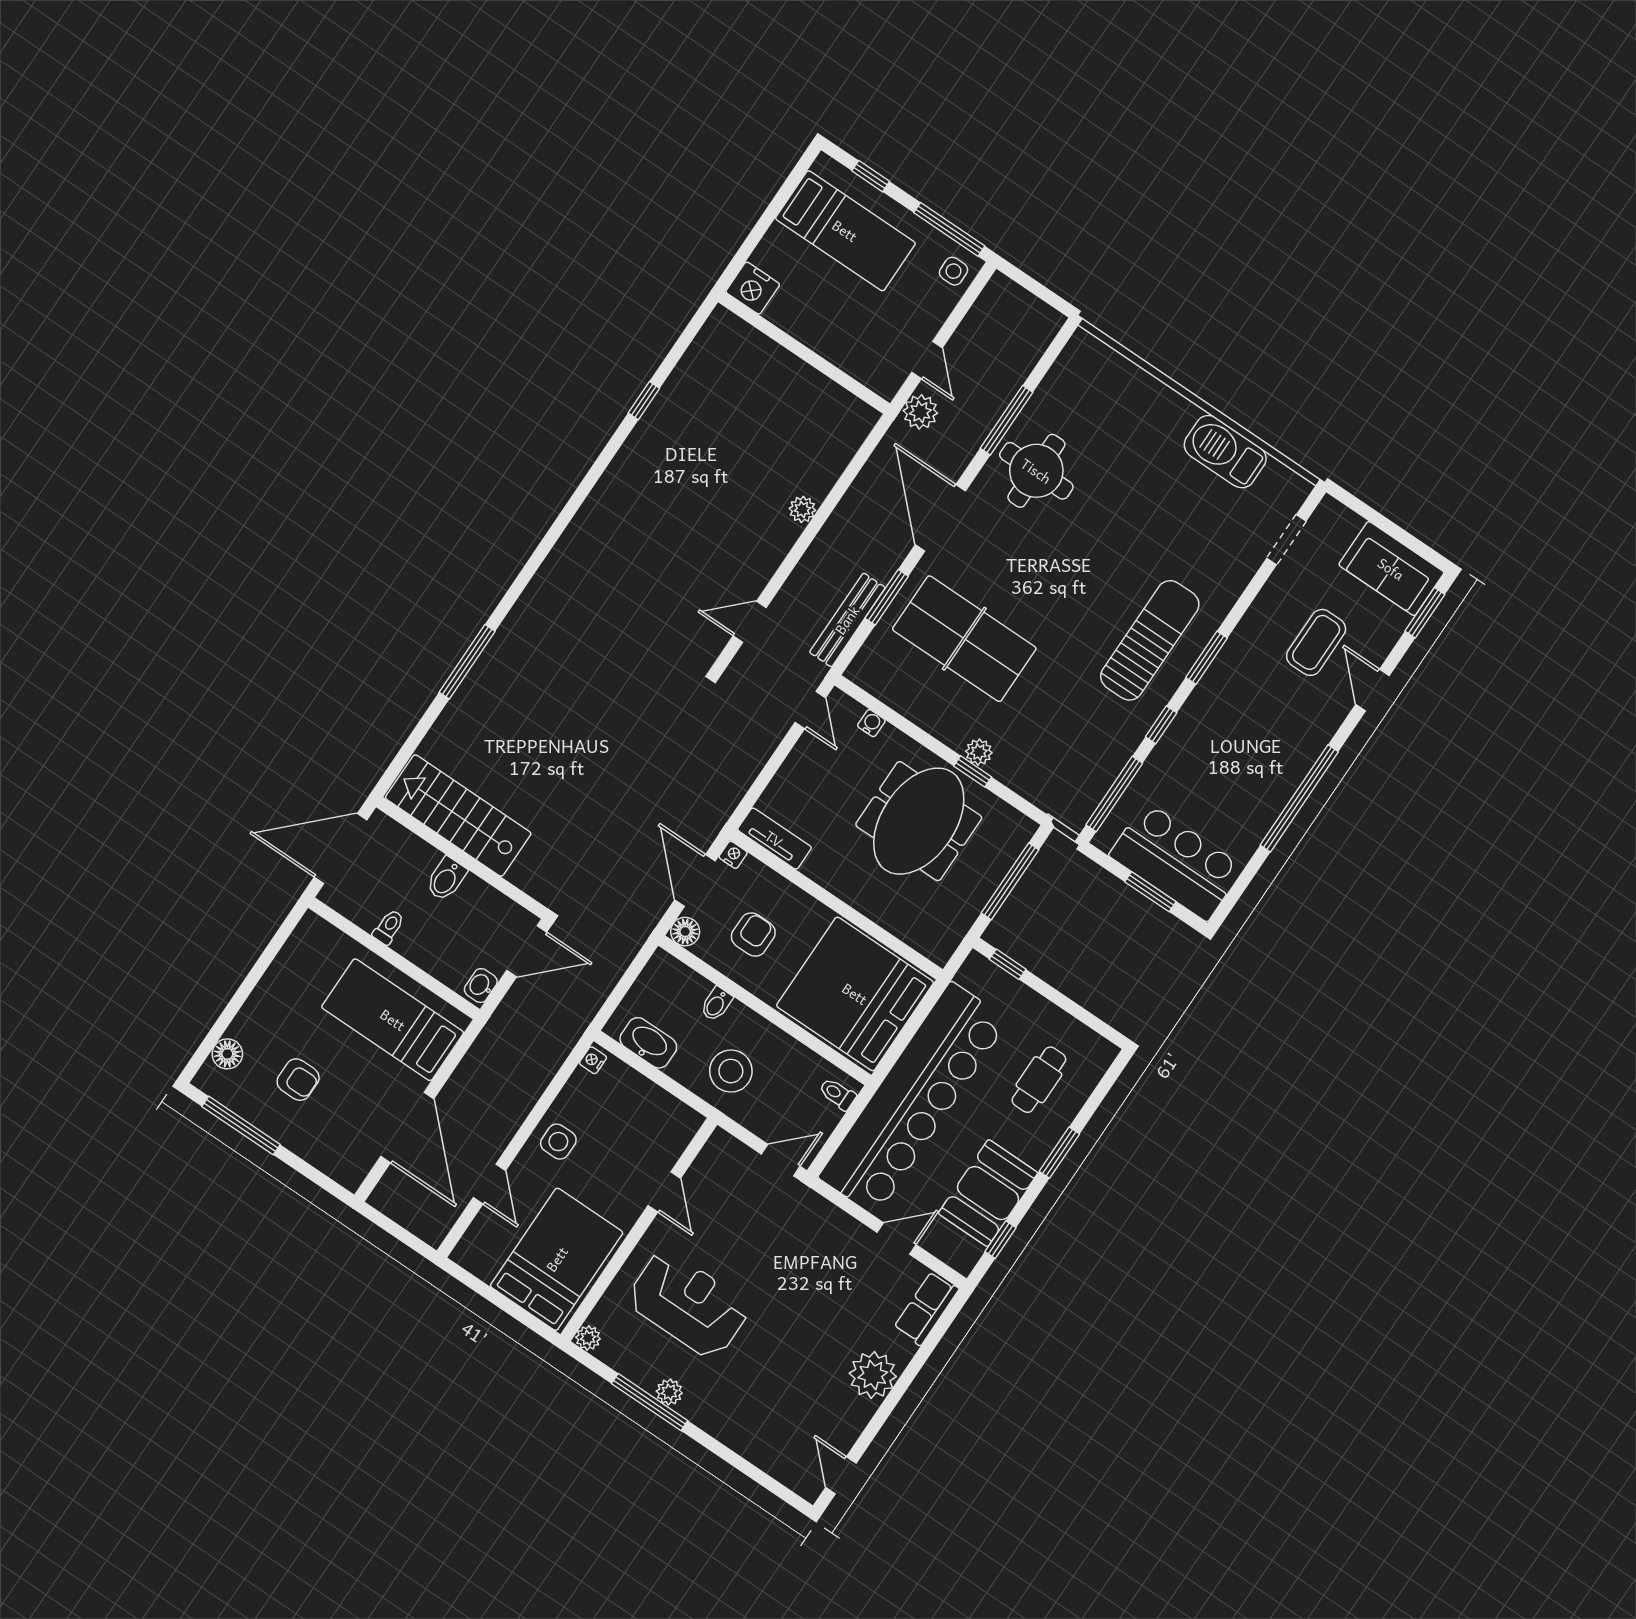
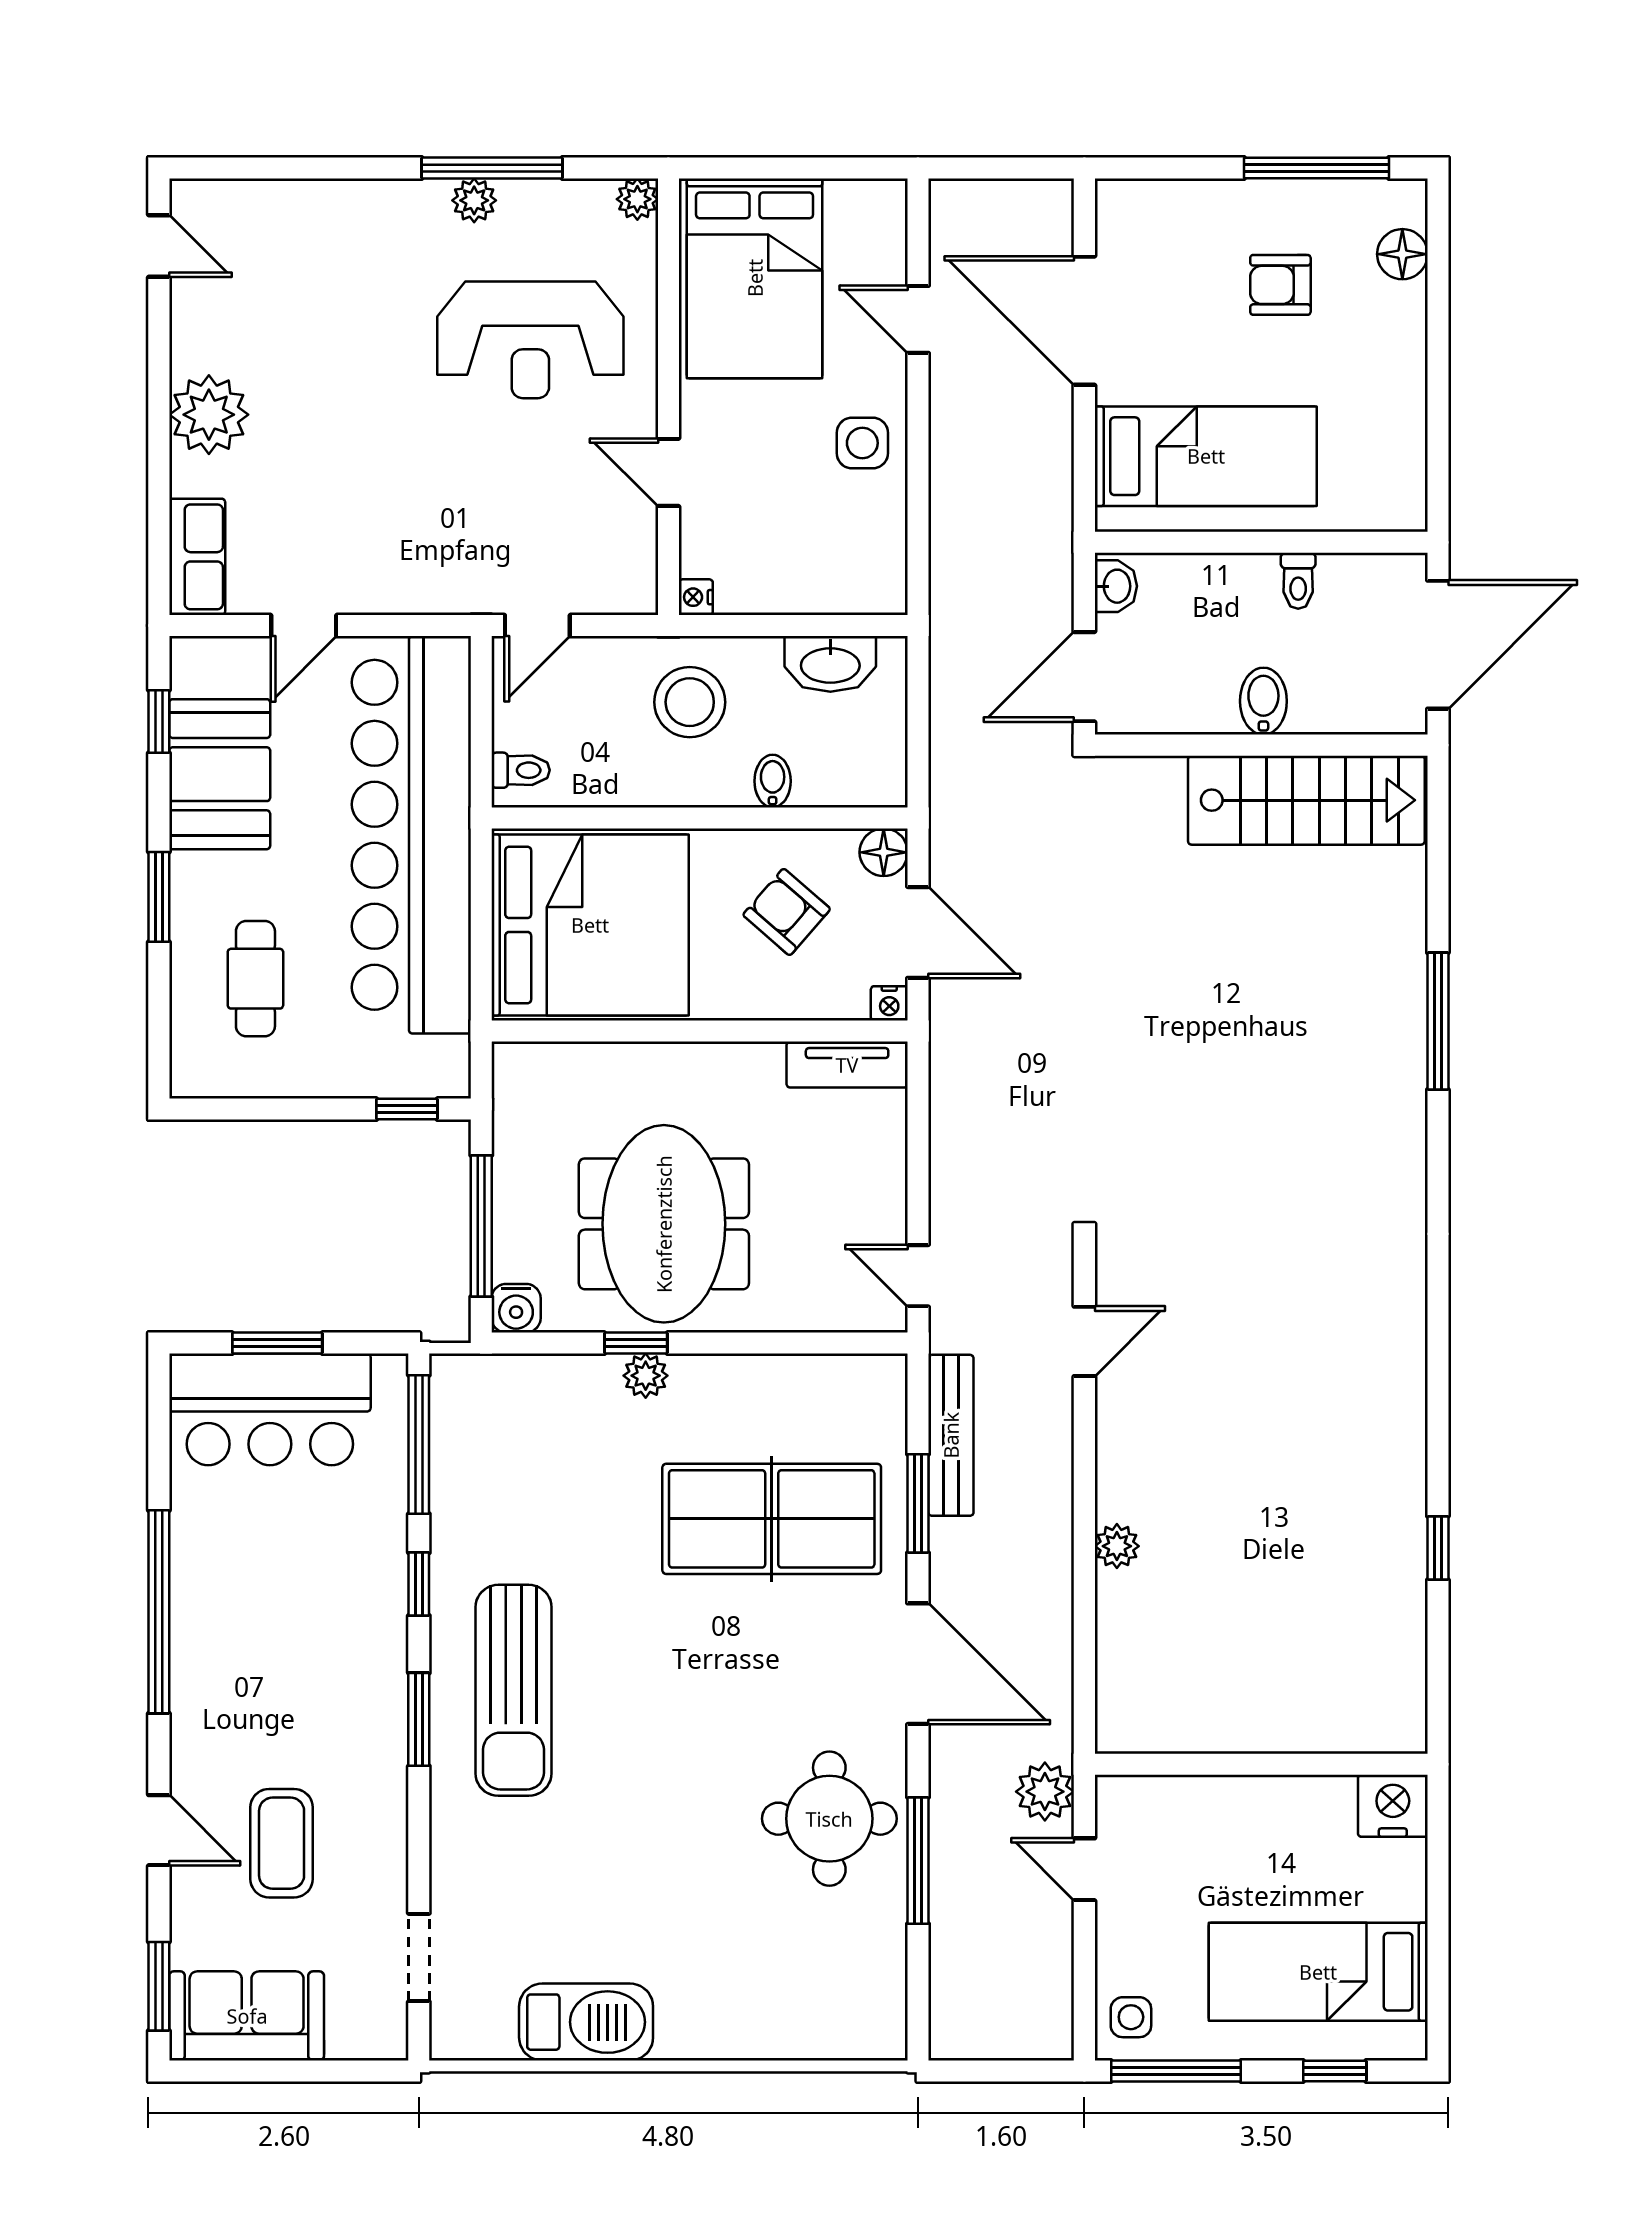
water cooler: (871, 723) -> (516, 1308), moved, width x1.38, depth x1.38
armchair: (753, 935) -> (787, 912), turned 131
nightstand: (593, 1060) -> (696, 597), moved, turned 180

